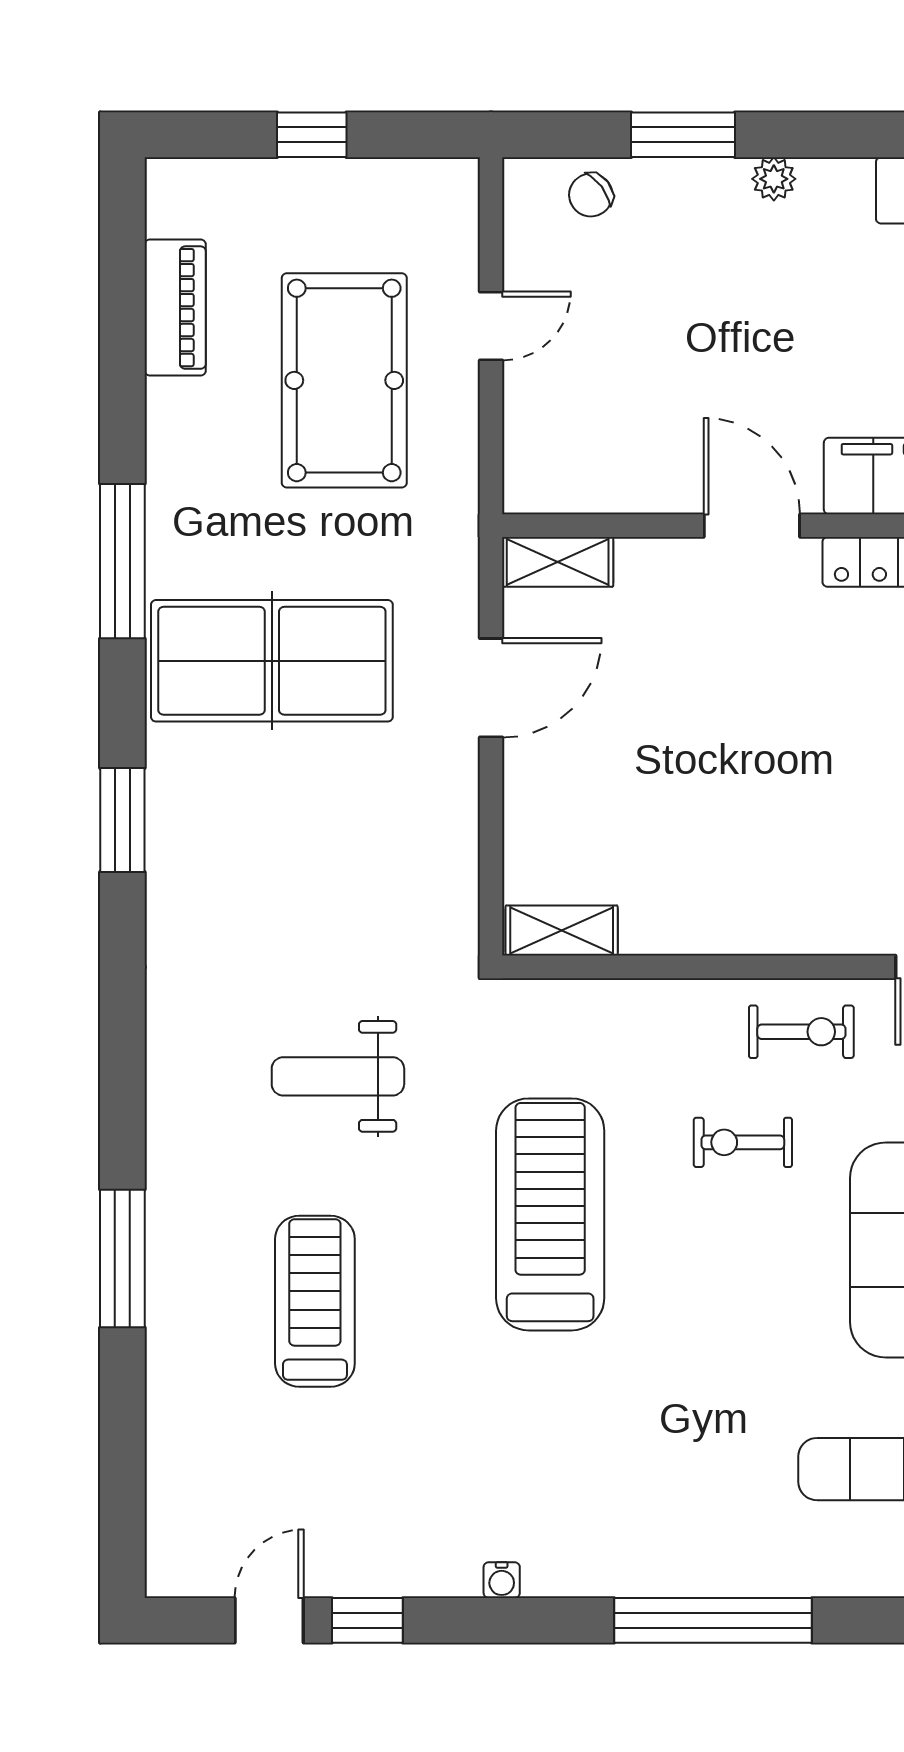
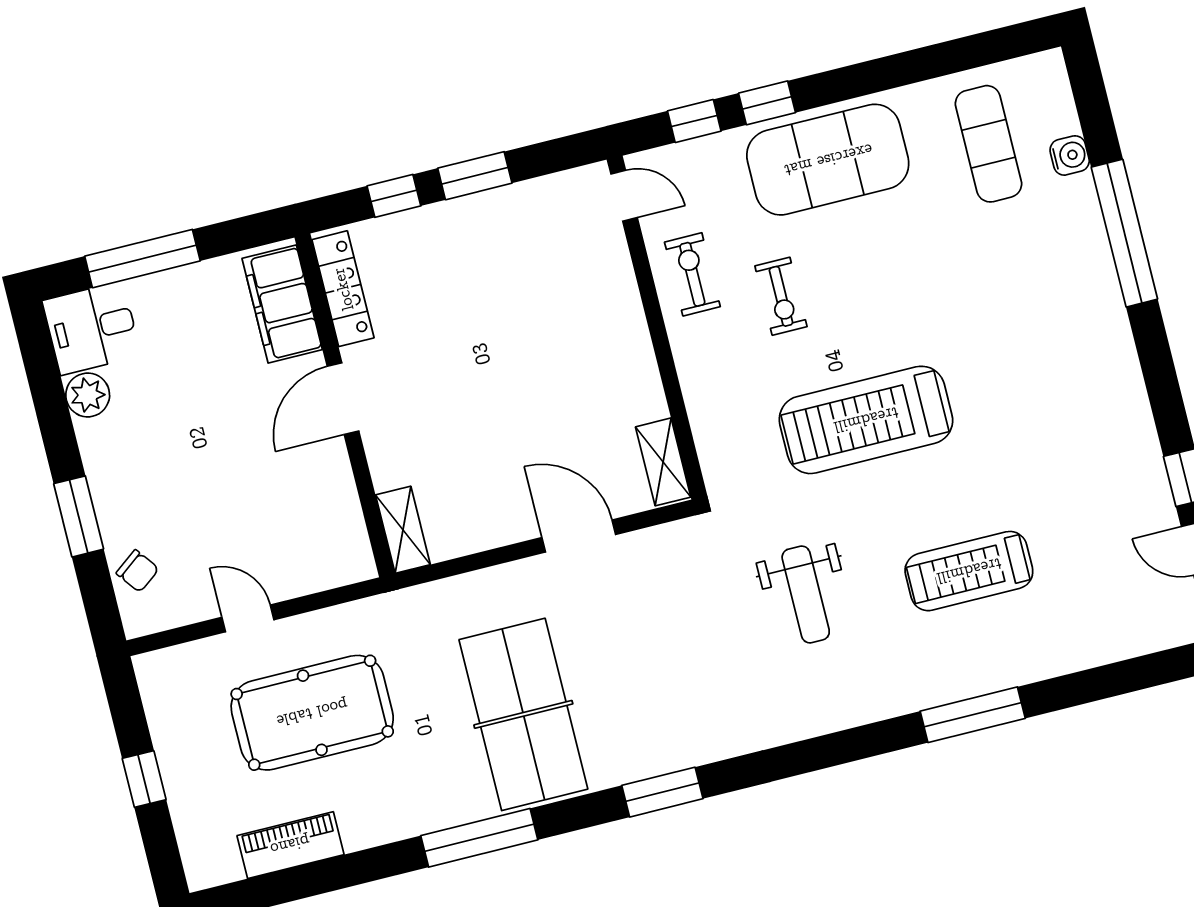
plant: (774, 179) -> (88, 395), moved, width x1.38, depth x1.38
door: (491, 688) -> (579, 536), moved
water cooler: (502, 1580) -> (1070, 155), moved, width x1.38, depth x1.38

